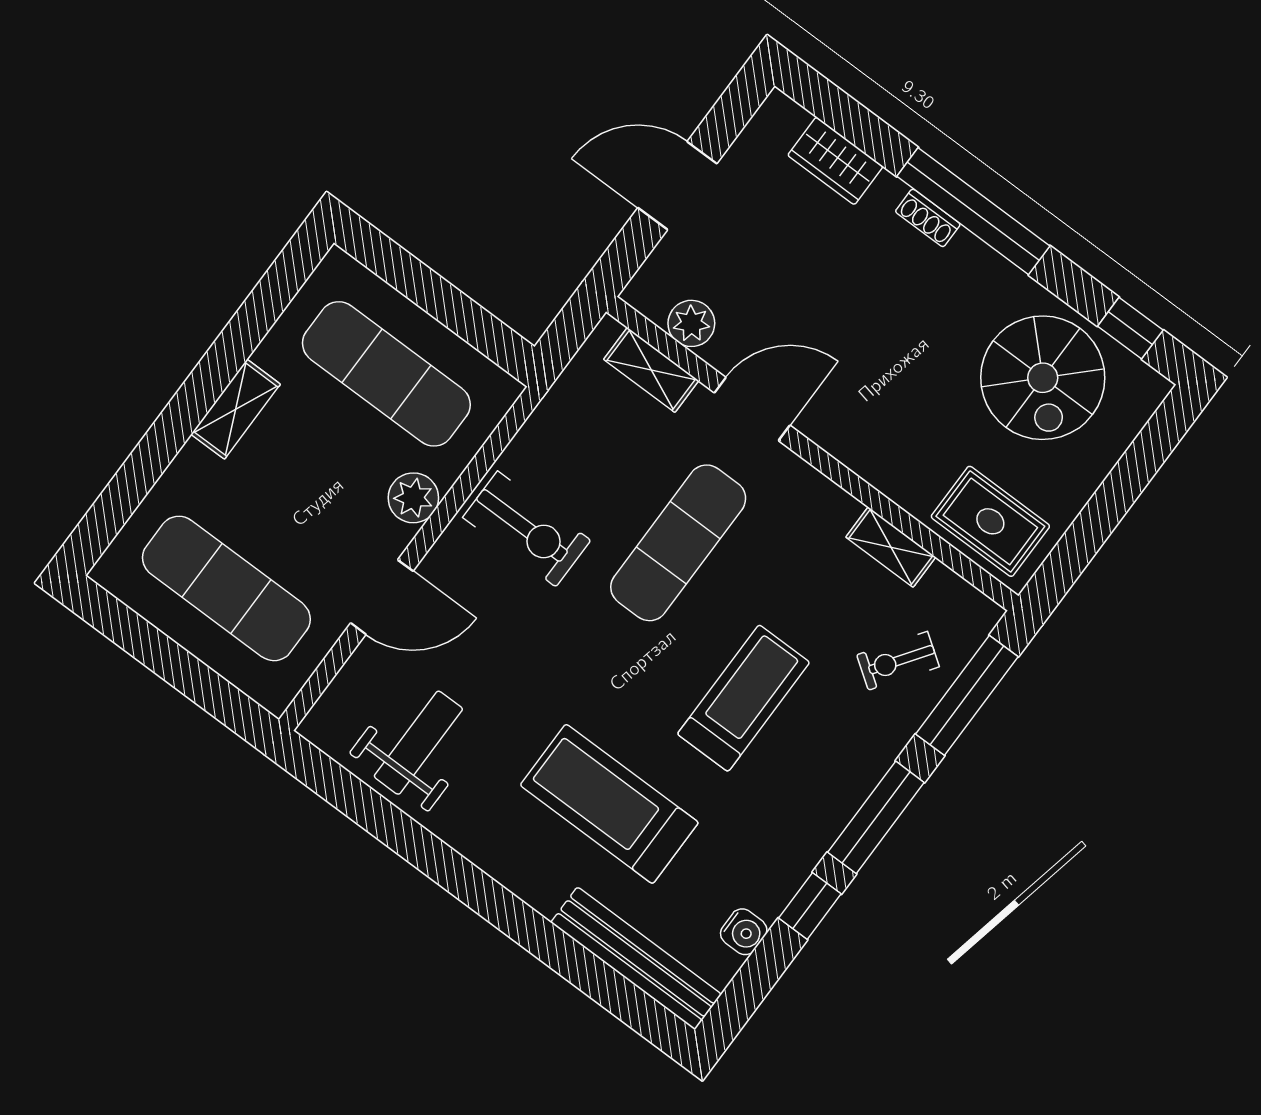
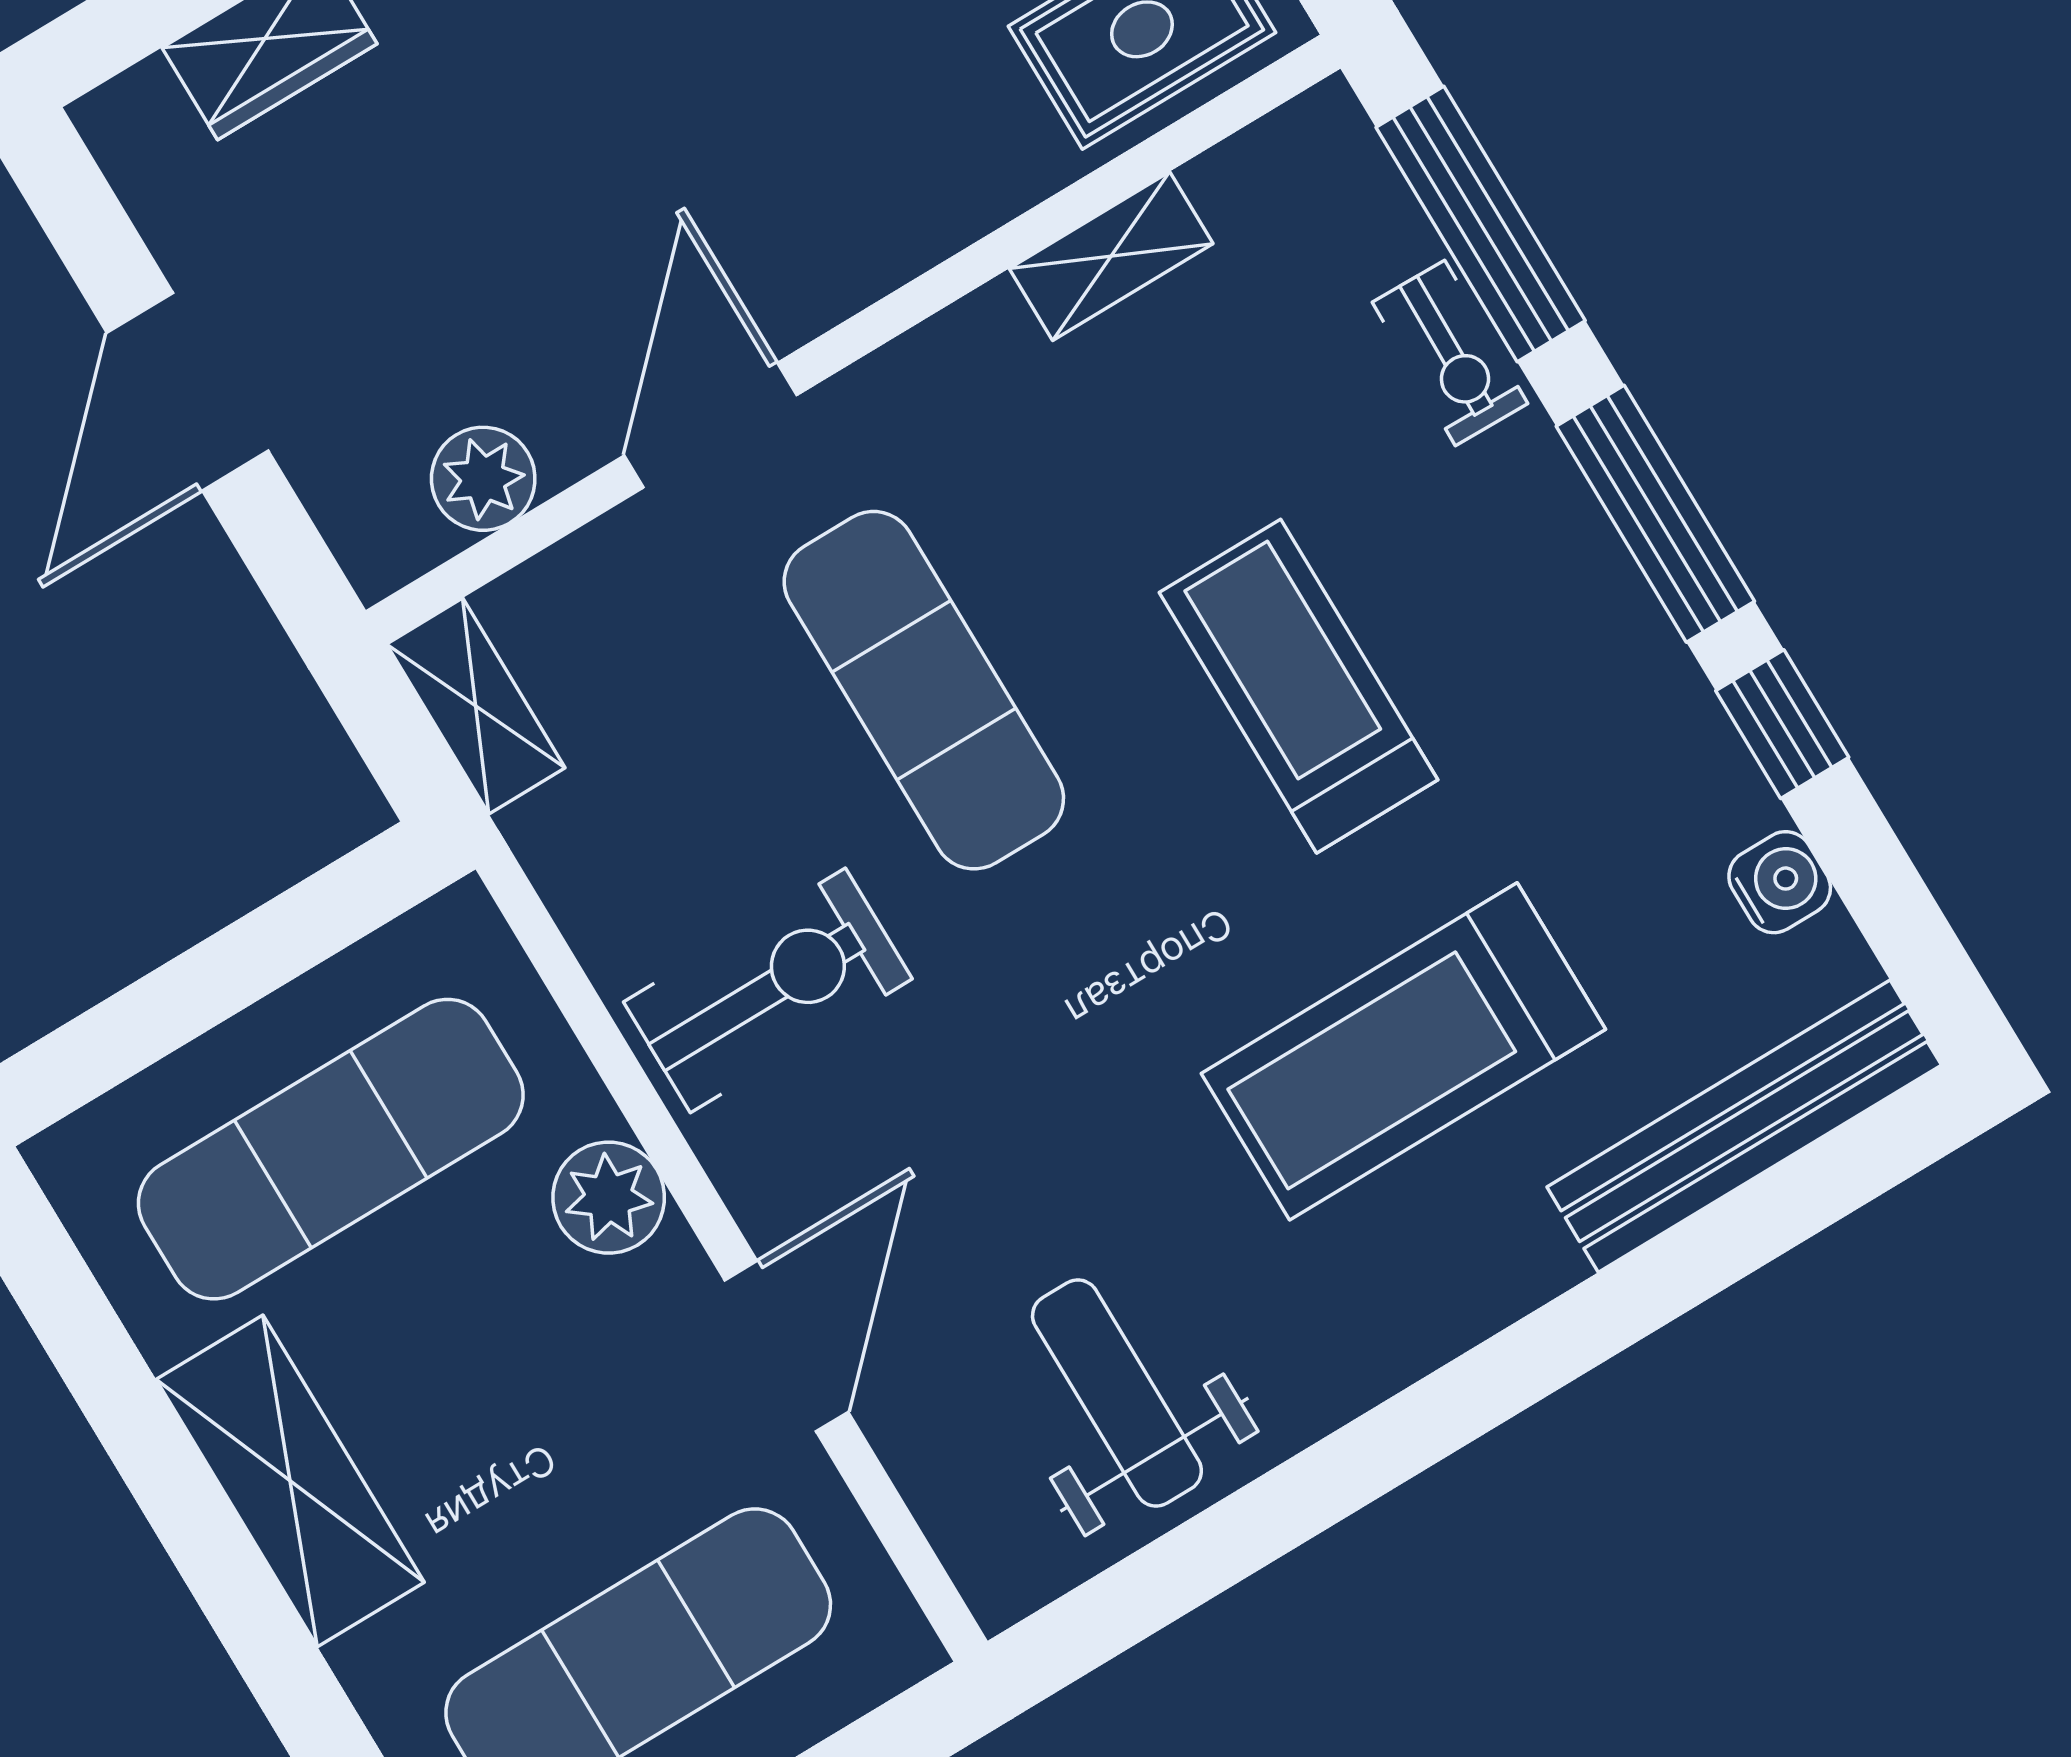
shelving: (651, 370) -> (476, 706), moved, turned 90
shelving: (236, 409) -> (290, 1481), width x1.50, depth x1.33
exercise bike: (898, 661) -> (1450, 353), moved, turned -34

